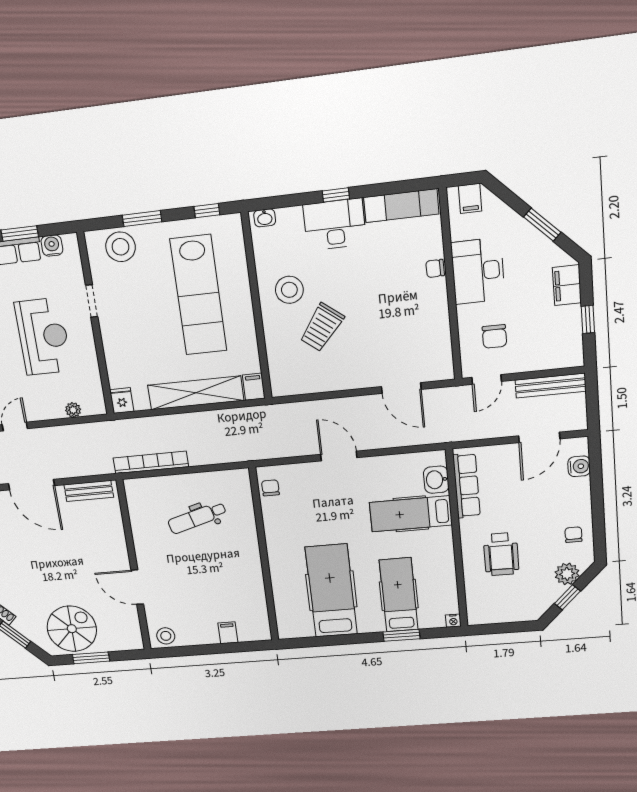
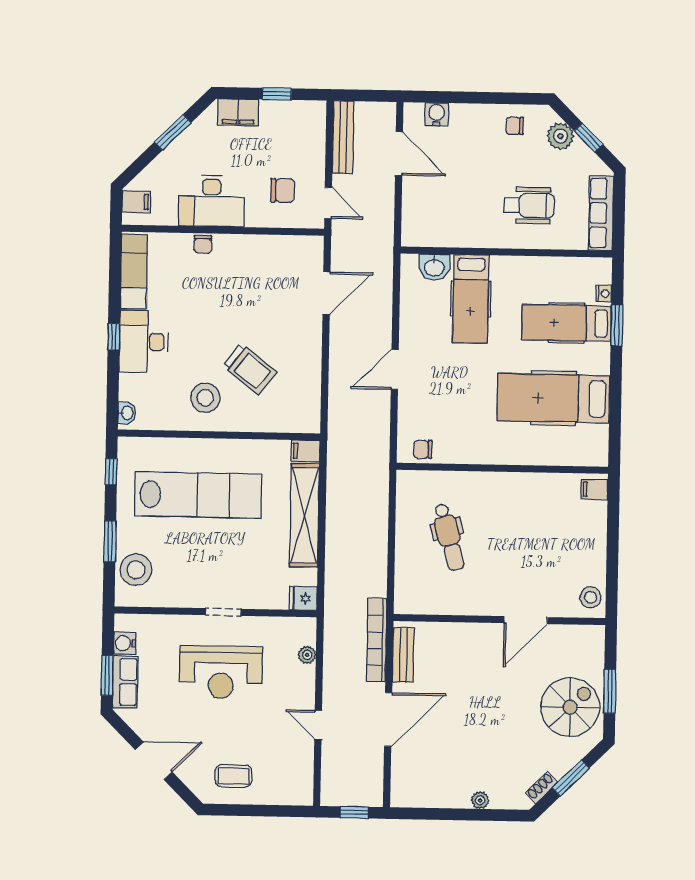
doorway: (92, 301) -> (223, 612), moved
reception desk: (43, 336) -> (221, 672), turned 180
bookcase: (151, 462) -> (377, 640), moved
row of seats: (466, 486) -> (601, 213), moved, turned -90
nightstand: (453, 621) -> (604, 294), moved
spiral stairs: (72, 629) -> (570, 707), turned 90
filing cabinet: (228, 633) -> (594, 489), moved

